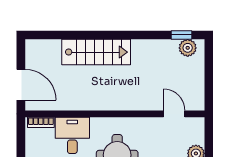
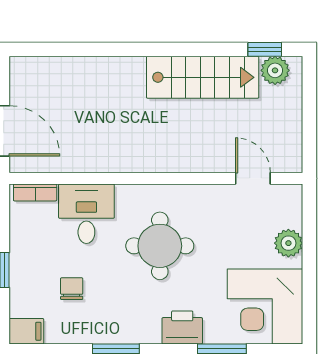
stairs: (96, 52) -> (203, 77), moved

